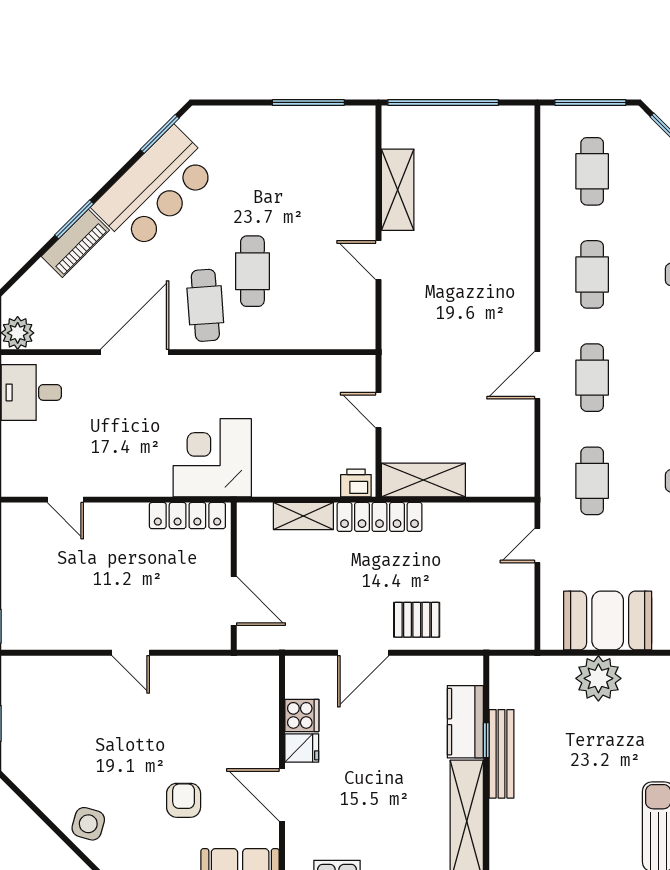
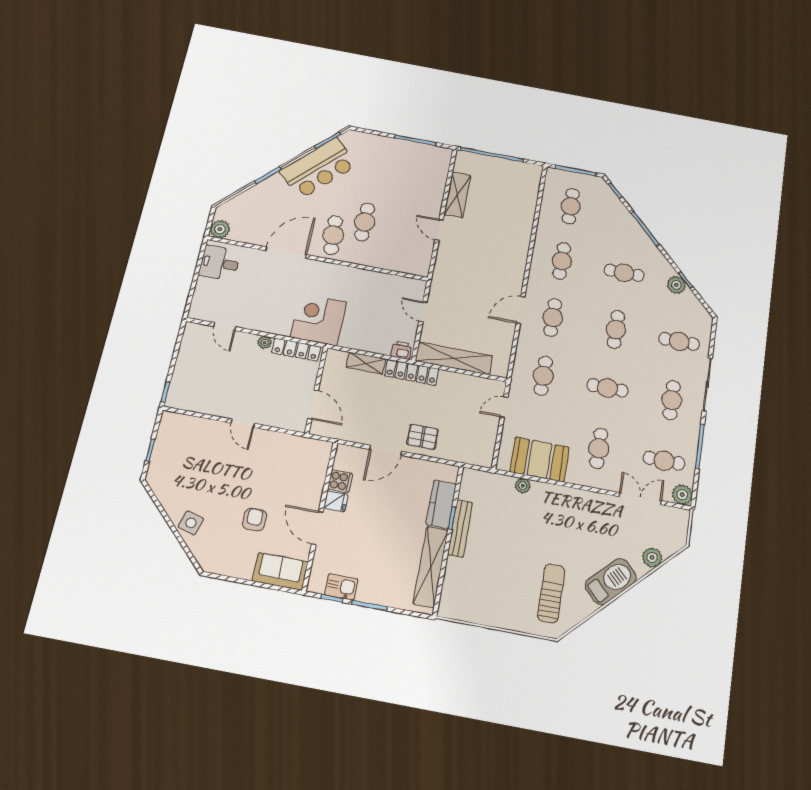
piano: (75, 243) -> (266, 188), removed
shelving: (423, 480) -> (454, 358), width x1.47
plant: (135, 513) -> (265, 342), added
plant: (598, 678) -> (523, 486), width x0.53, depth x0.53

